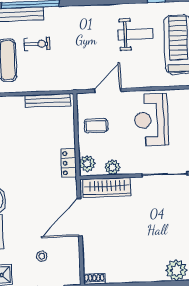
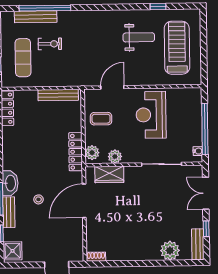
locker: (69, 163) -> (76, 152), width x1.53
wardrobe: (107, 187) -> (109, 174), width x0.67
stool: (42, 256) -> (38, 199), moved

